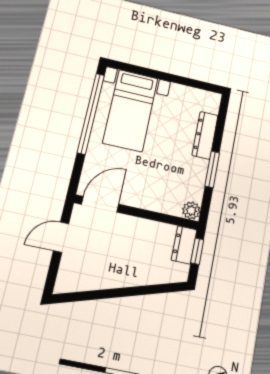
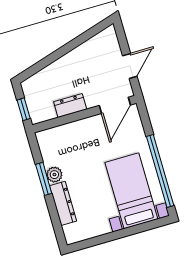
plant: (191, 210) -> (54, 175), moved
dresser: (184, 245) -> (70, 106), moved, turned -90

